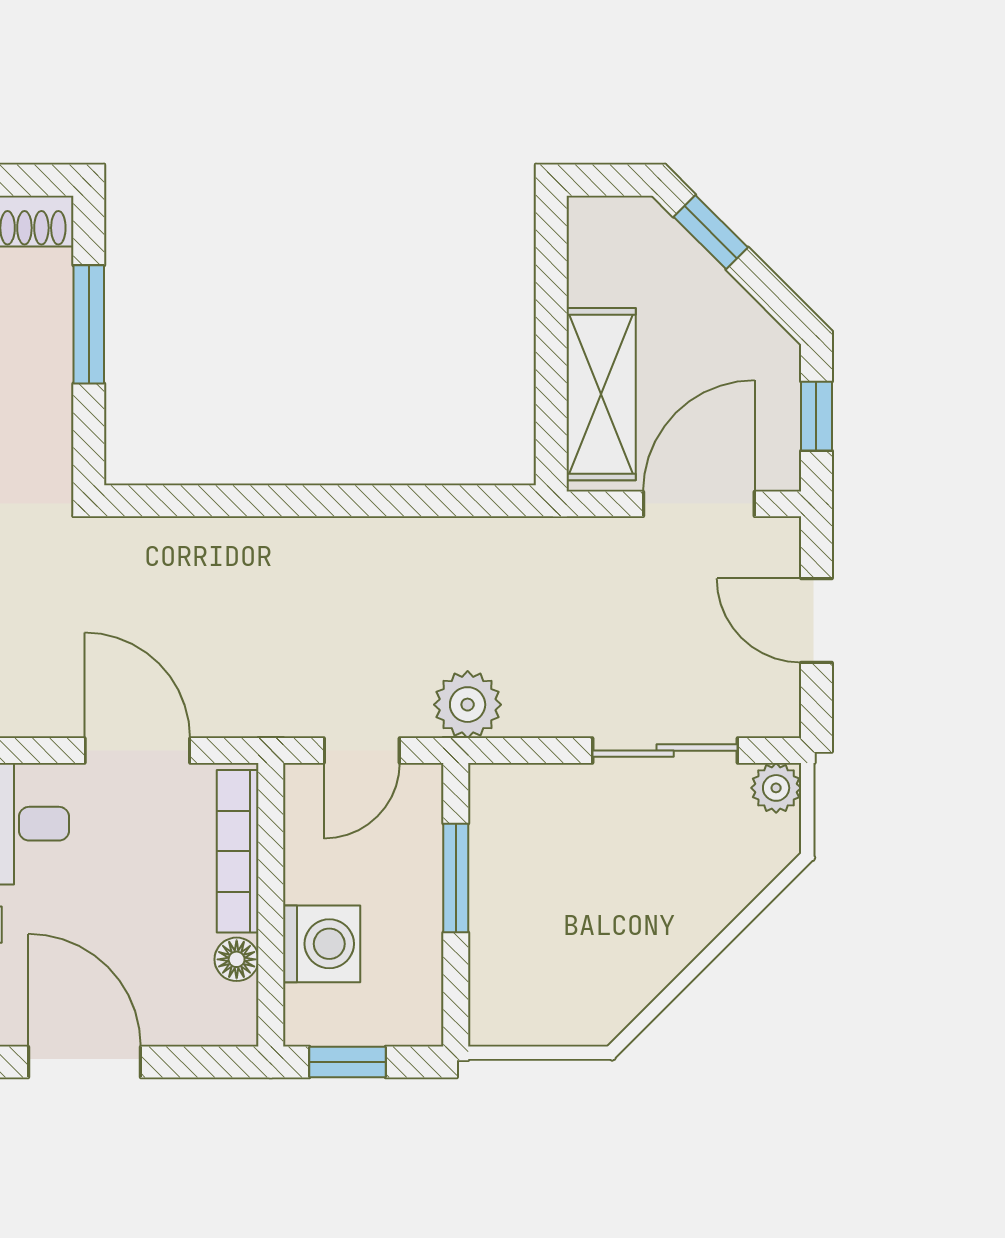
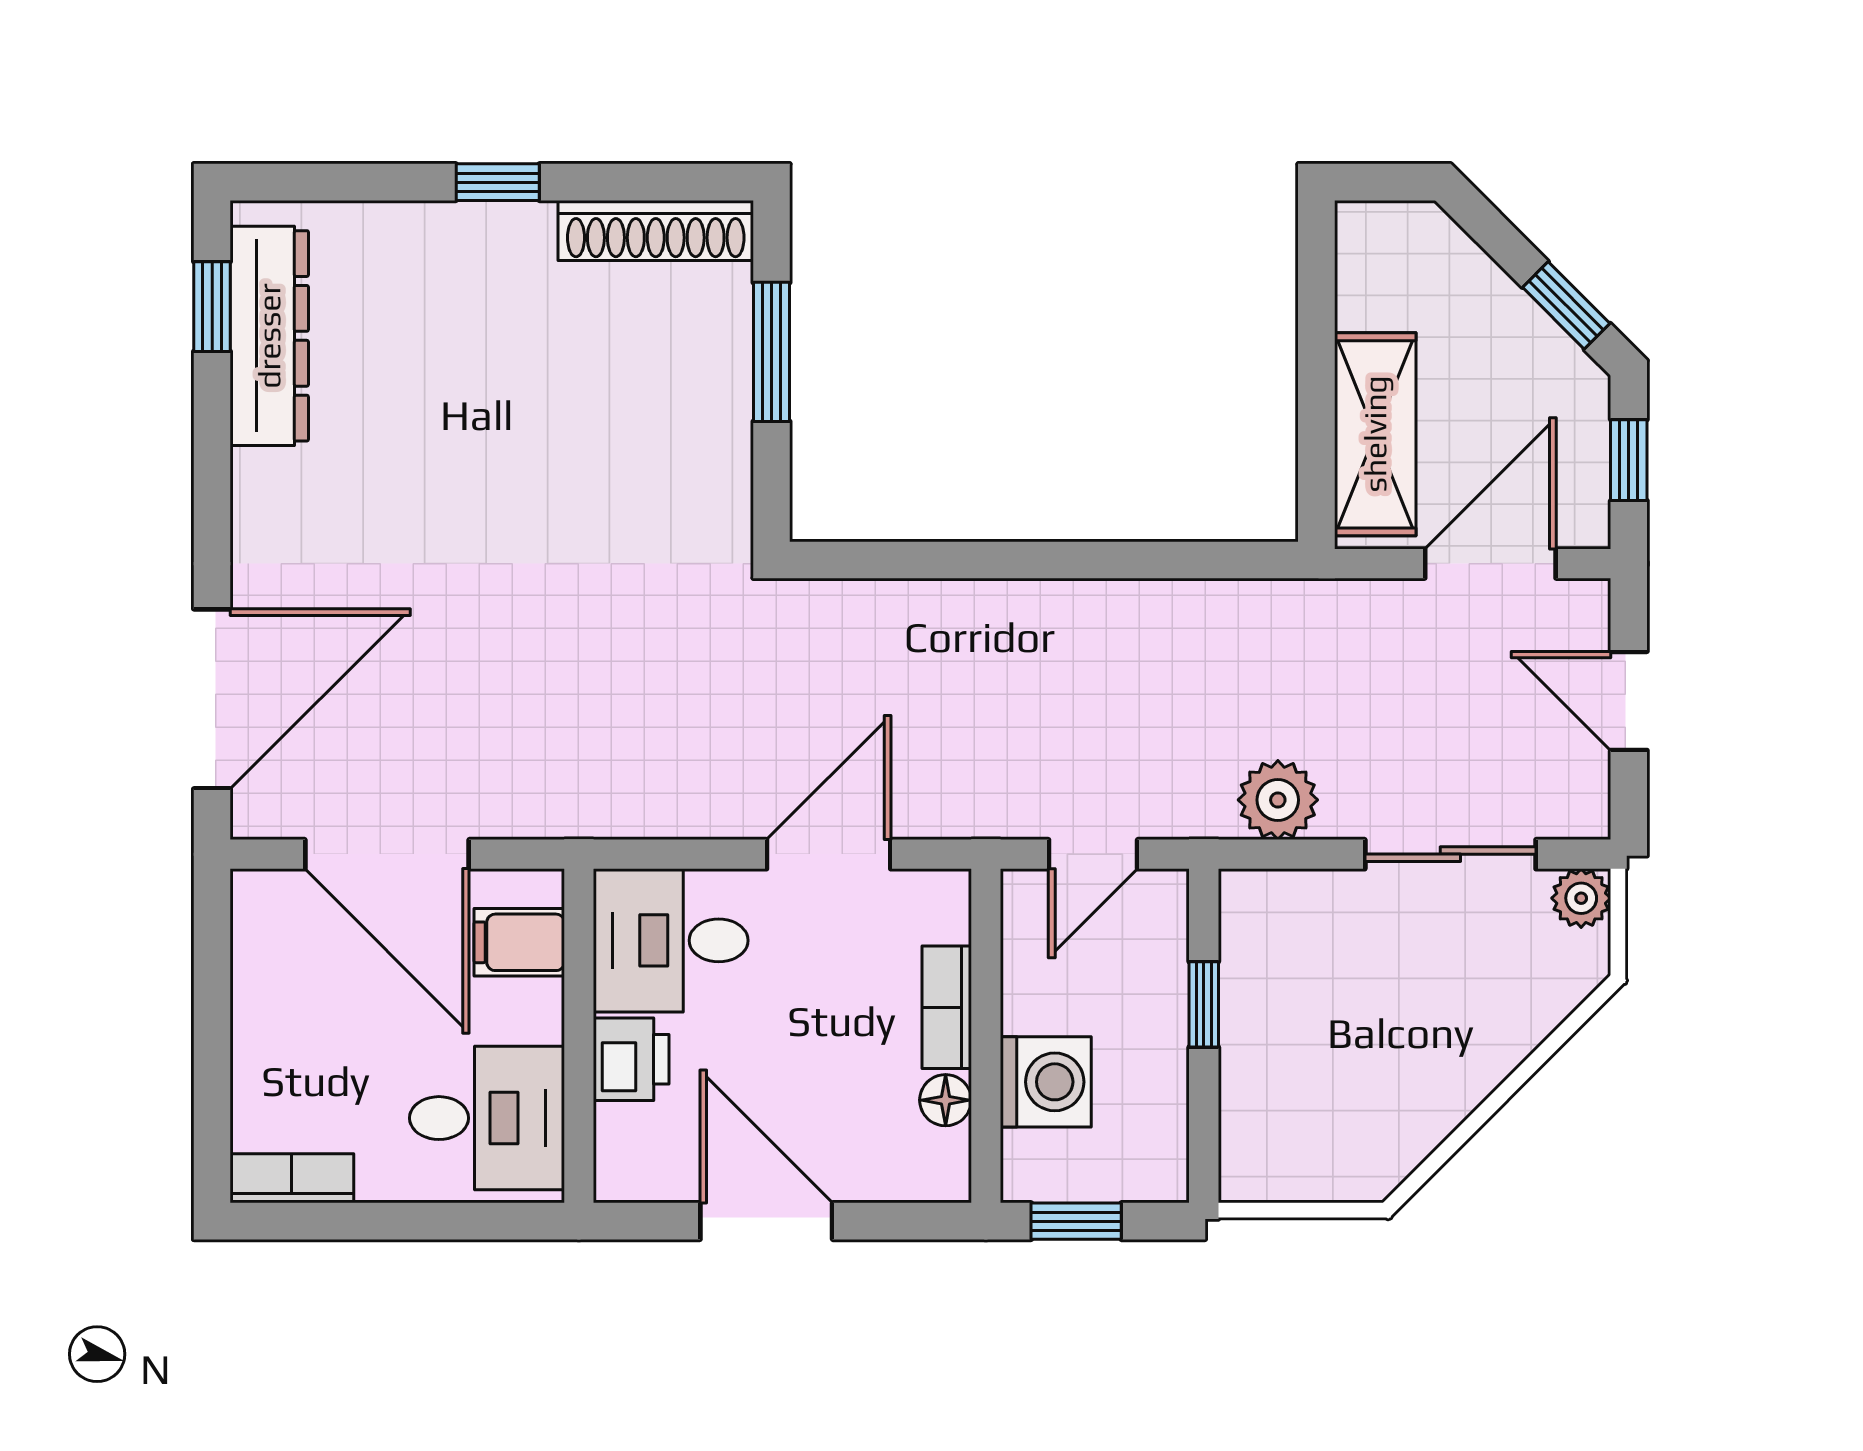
window: (711, 232) -> (1566, 305), moved
plant: (468, 705) -> (1278, 800), moved
door: (137, 751) -> (829, 854), hinge flipped
bookcase: (238, 851) -> (947, 1007), width x0.64
window: (456, 878) -> (1204, 1004), width x0.67

